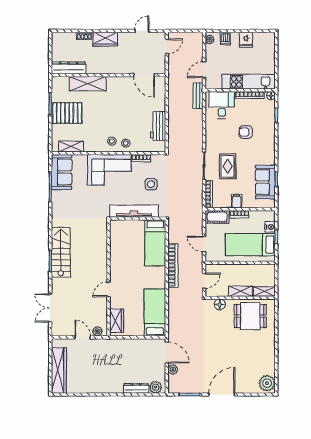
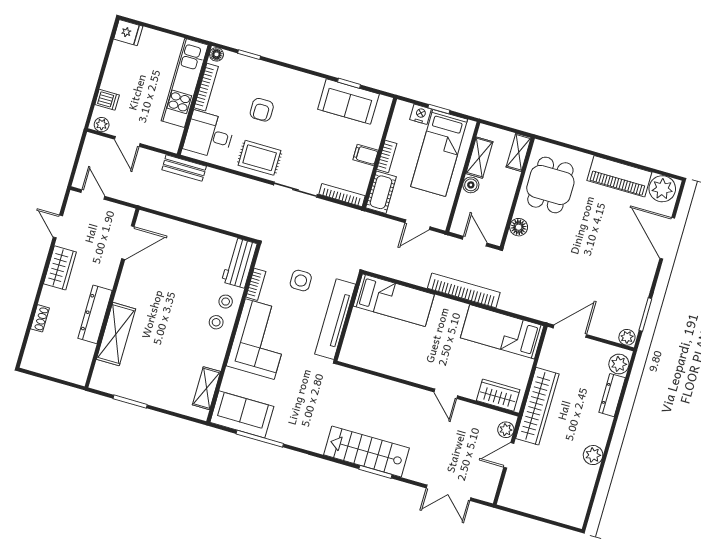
wardrobe: (105, 39) -> (60, 268), moved
fridge: (246, 40) -> (128, 33), moved
dresser: (69, 68) -> (95, 314), moved
door: (204, 70) -> (127, 141), moved
pallet: (67, 113) -> (152, 379), removed
workbench: (158, 126) -> (239, 263), moved, turned 90
rug: (228, 166) -> (260, 158), moved
bookcase: (173, 265) -> (464, 290), moved
boiler: (237, 269) -> (471, 185), added
shelving: (240, 291) -> (479, 158), moved
piano: (267, 356) -> (619, 176), added
wardrobe: (59, 370) -> (537, 406), moved, turned 90
plant: (173, 370) -> (627, 337), moved
plant: (97, 387) -> (593, 455), added
door: (222, 394) -> (667, 238), moved

